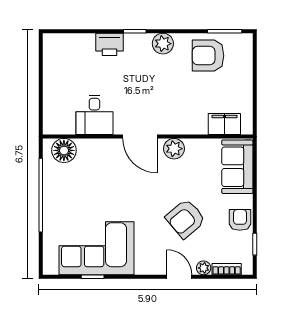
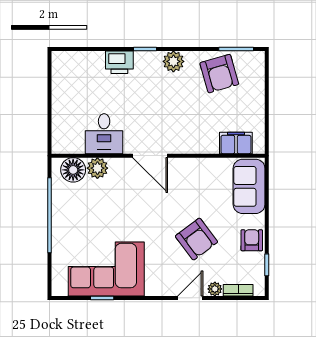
armchair: (208, 56) -> (219, 74), turned -106
plant: (174, 149) -> (97, 168), moved
armchair: (186, 219) -> (196, 239), turned -87
door: (179, 277) -> (190, 298), hinge flipped

